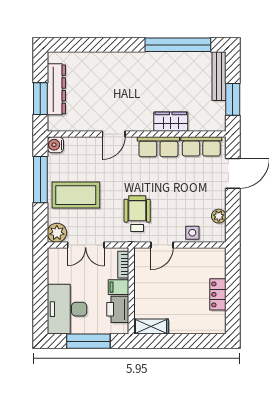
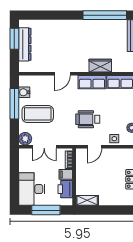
window: (40, 99) -> (14, 39), moved
water cooler: (55, 145) -> (24, 92), moved
wheelchair: (137, 214) -> (88, 119), moved, turned -90

